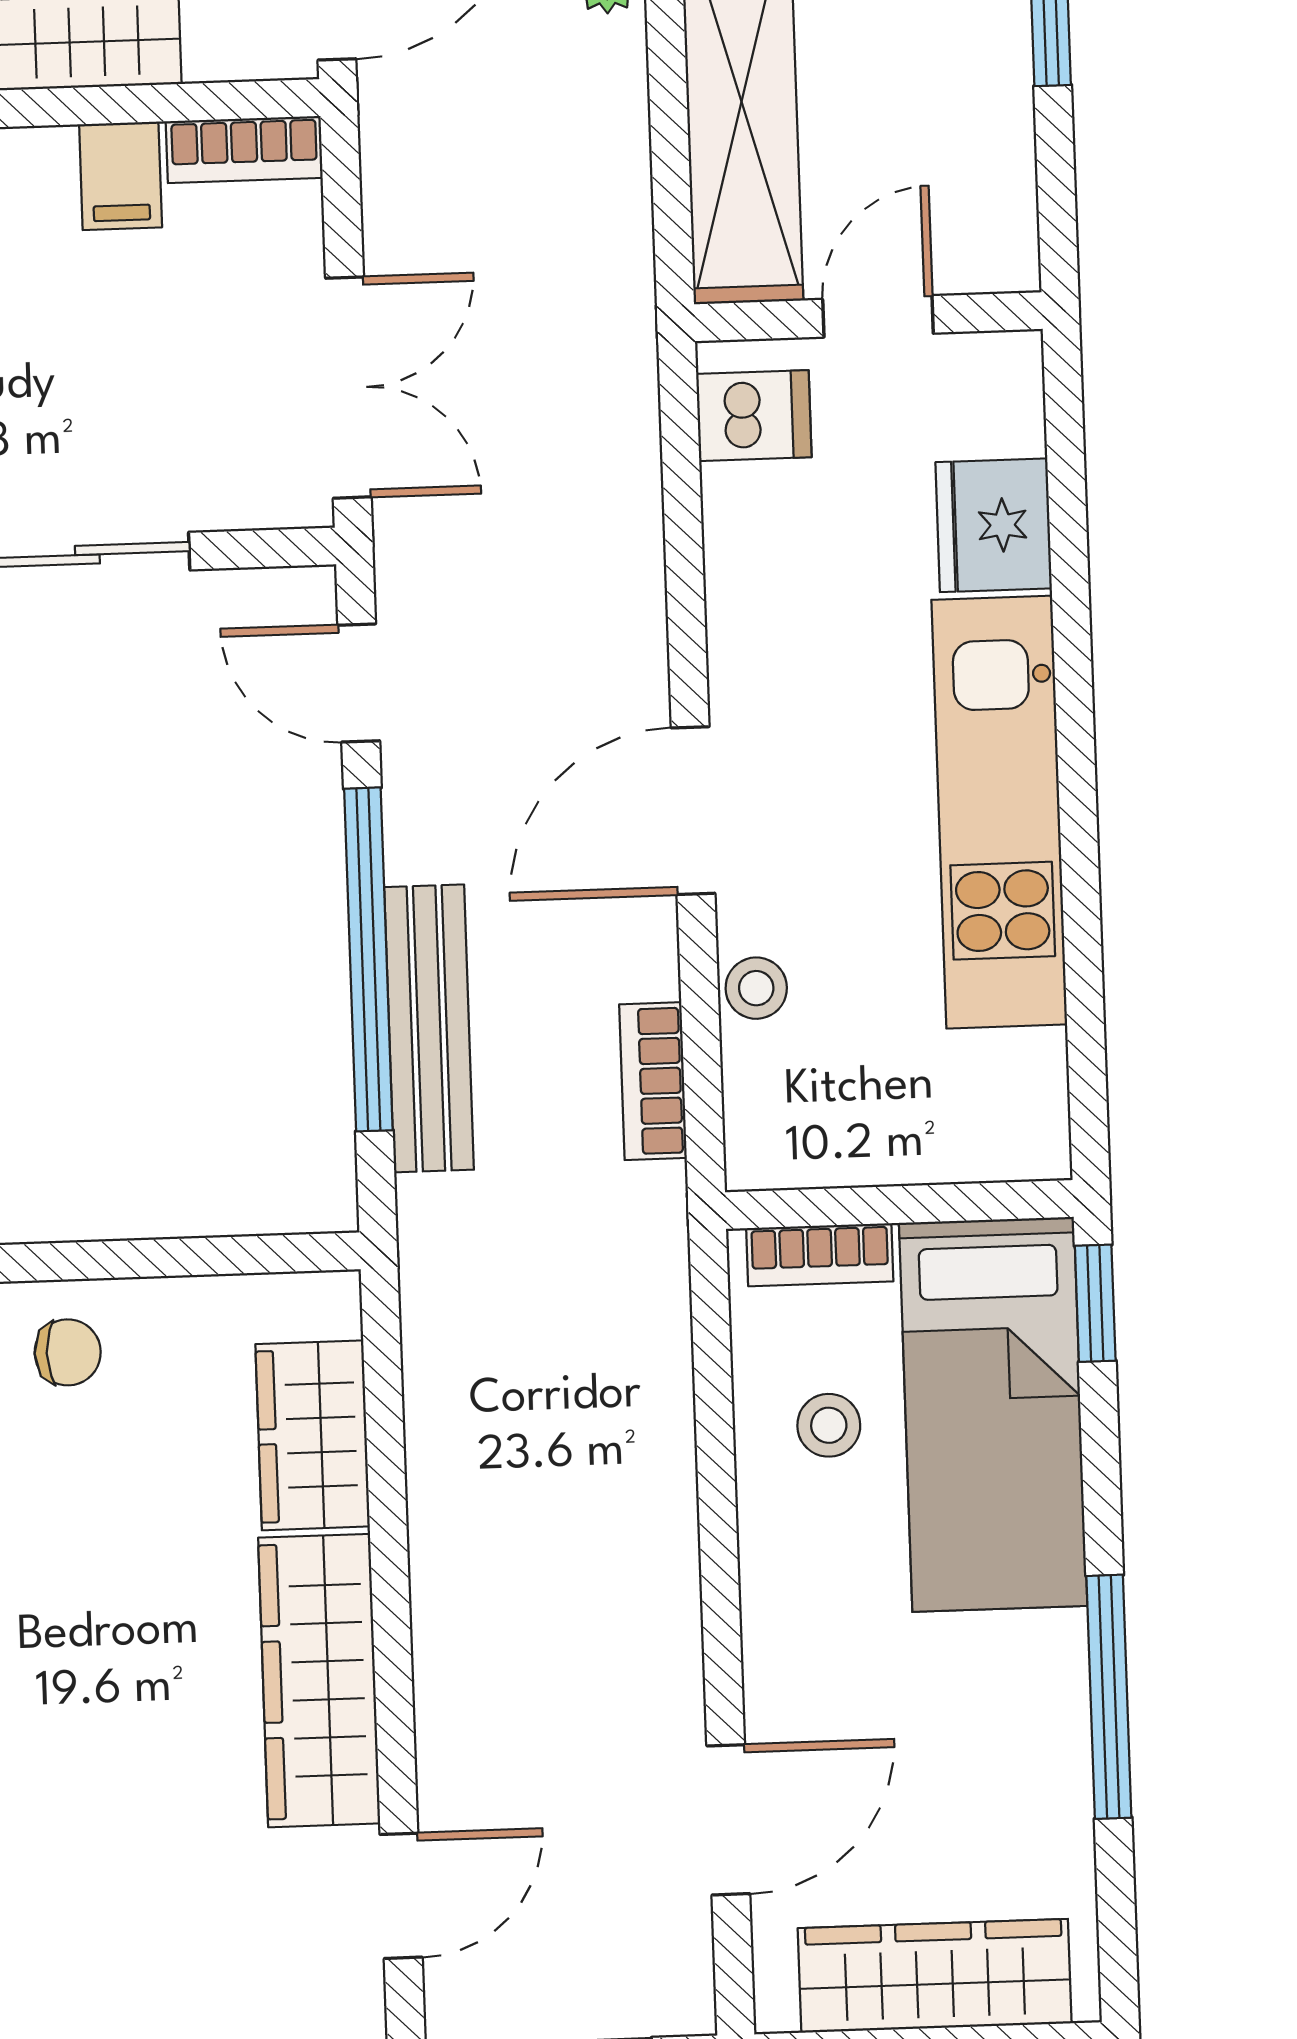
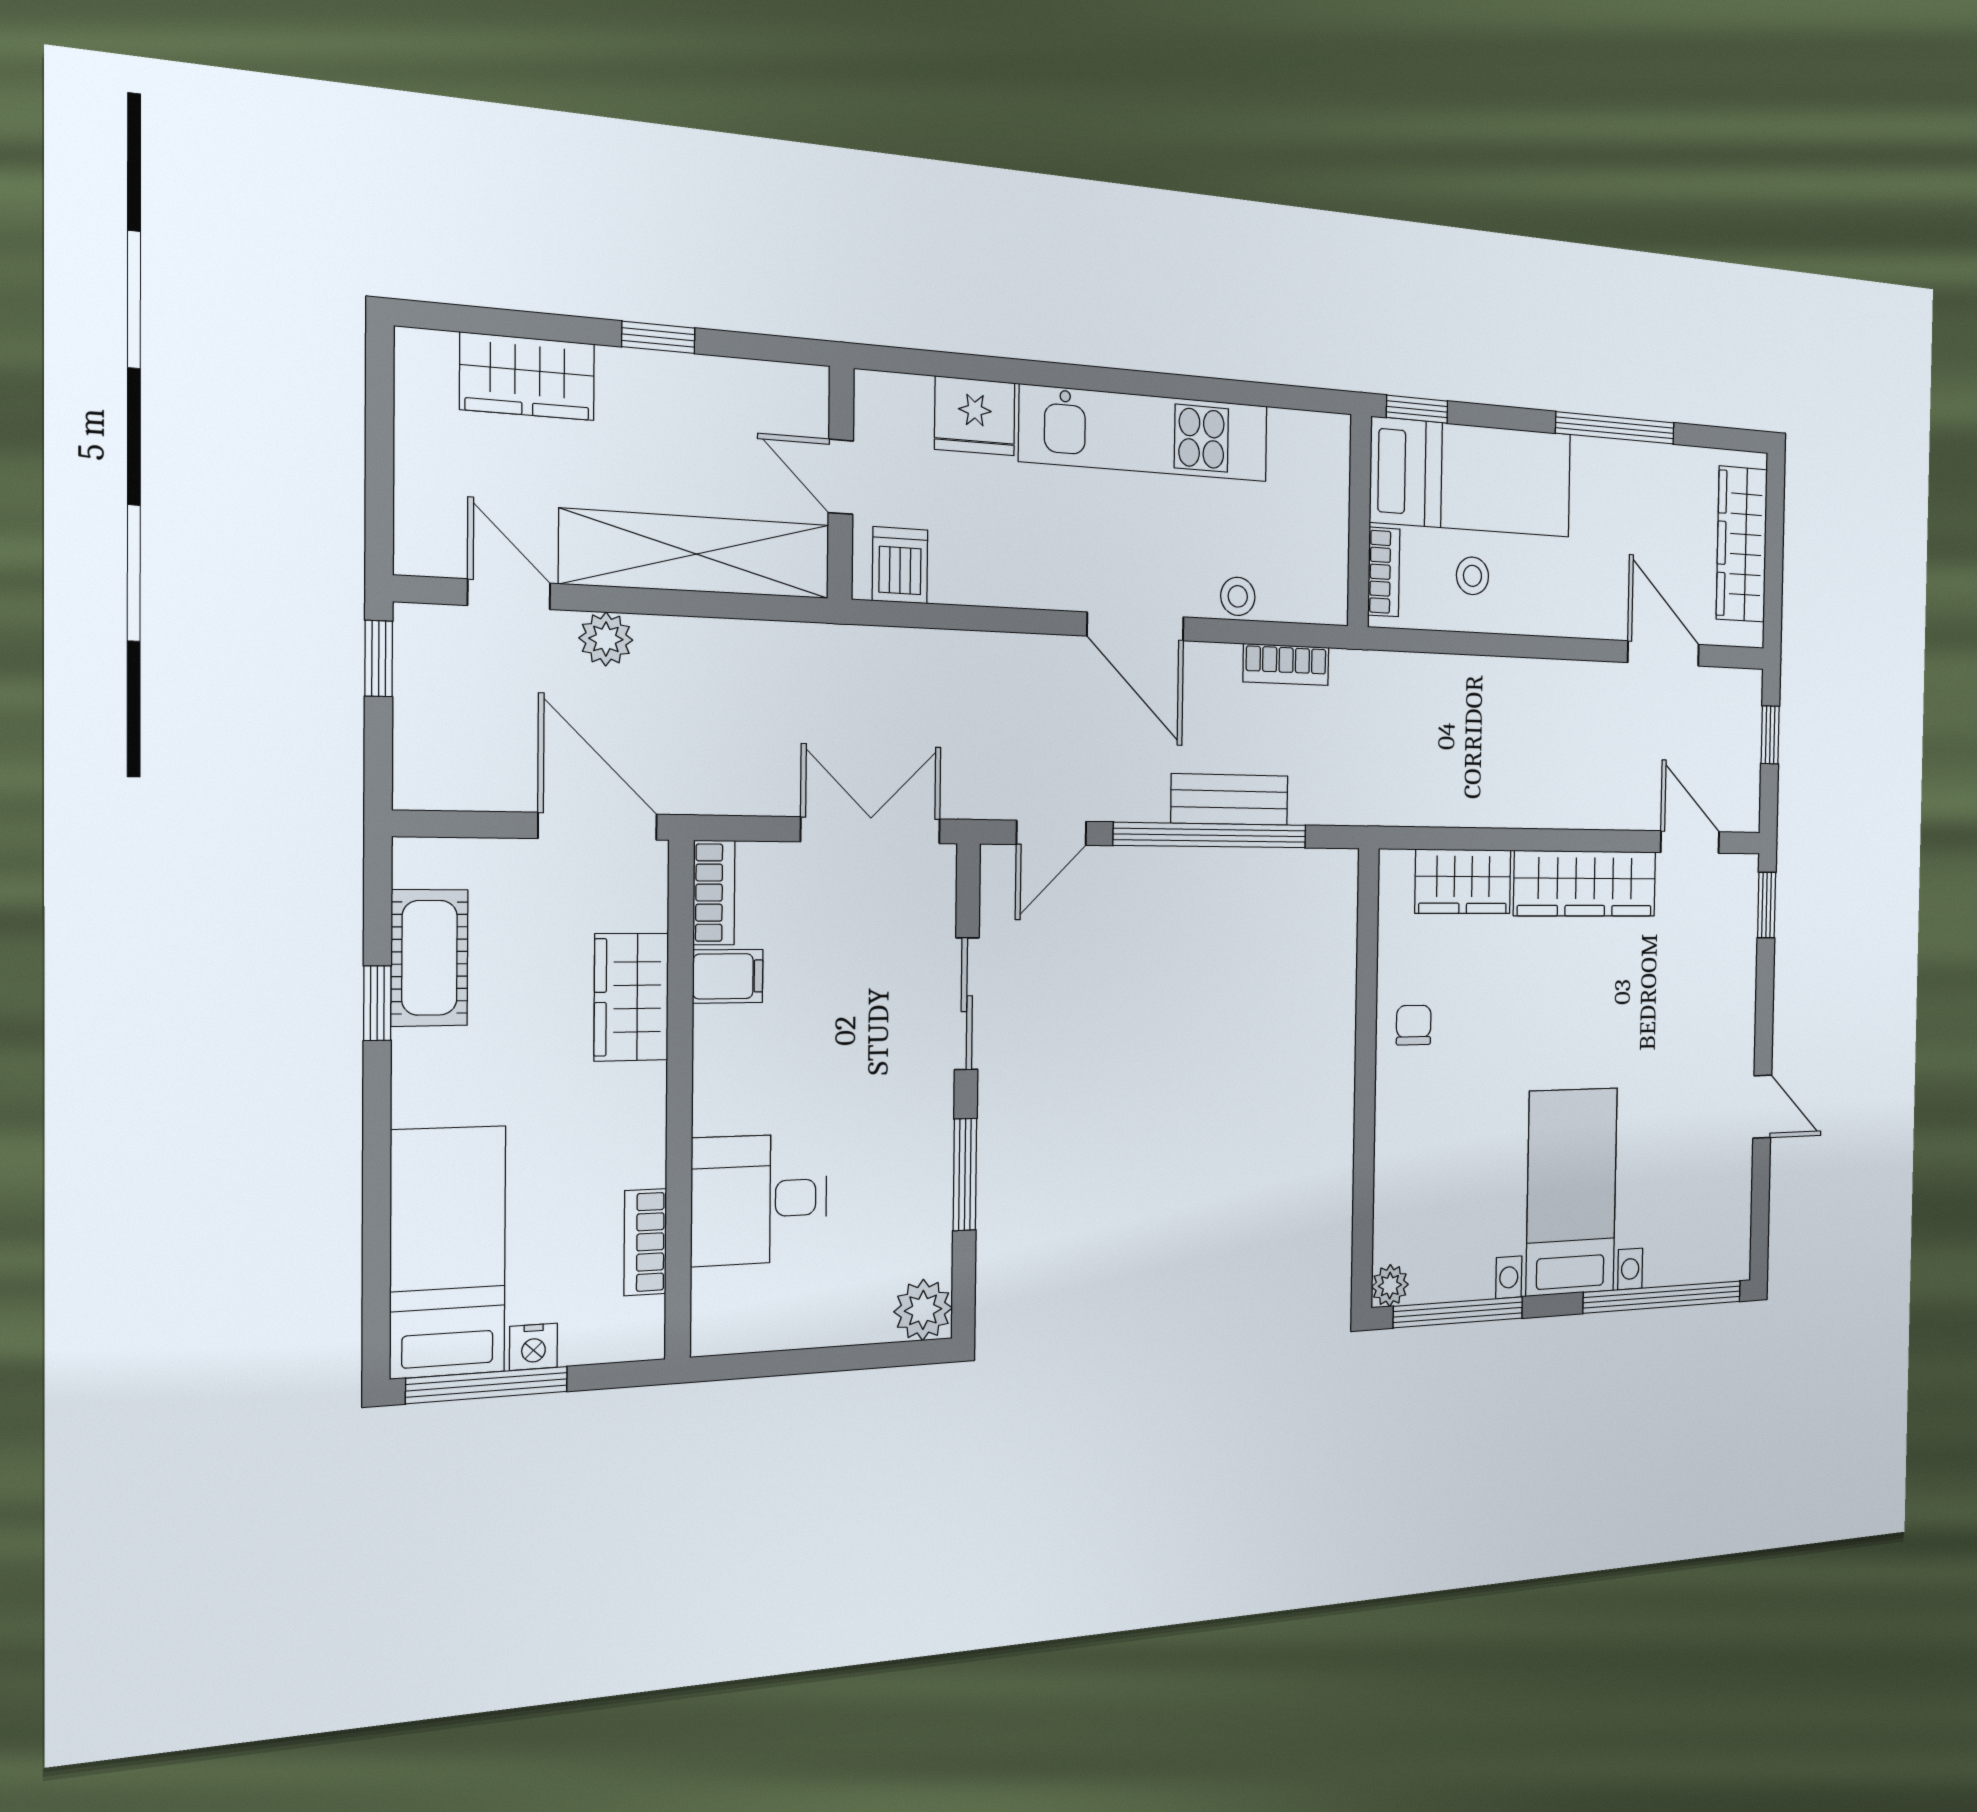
bench: (429, 1028) -> (1230, 799), width x0.73

